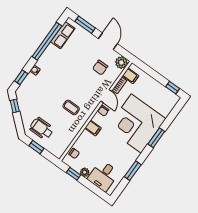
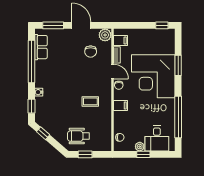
window: (156, 138) -> (178, 65), moved
window: (133, 171) -> (178, 117), width x2.11
window: (73, 174) -> (143, 154), moved

